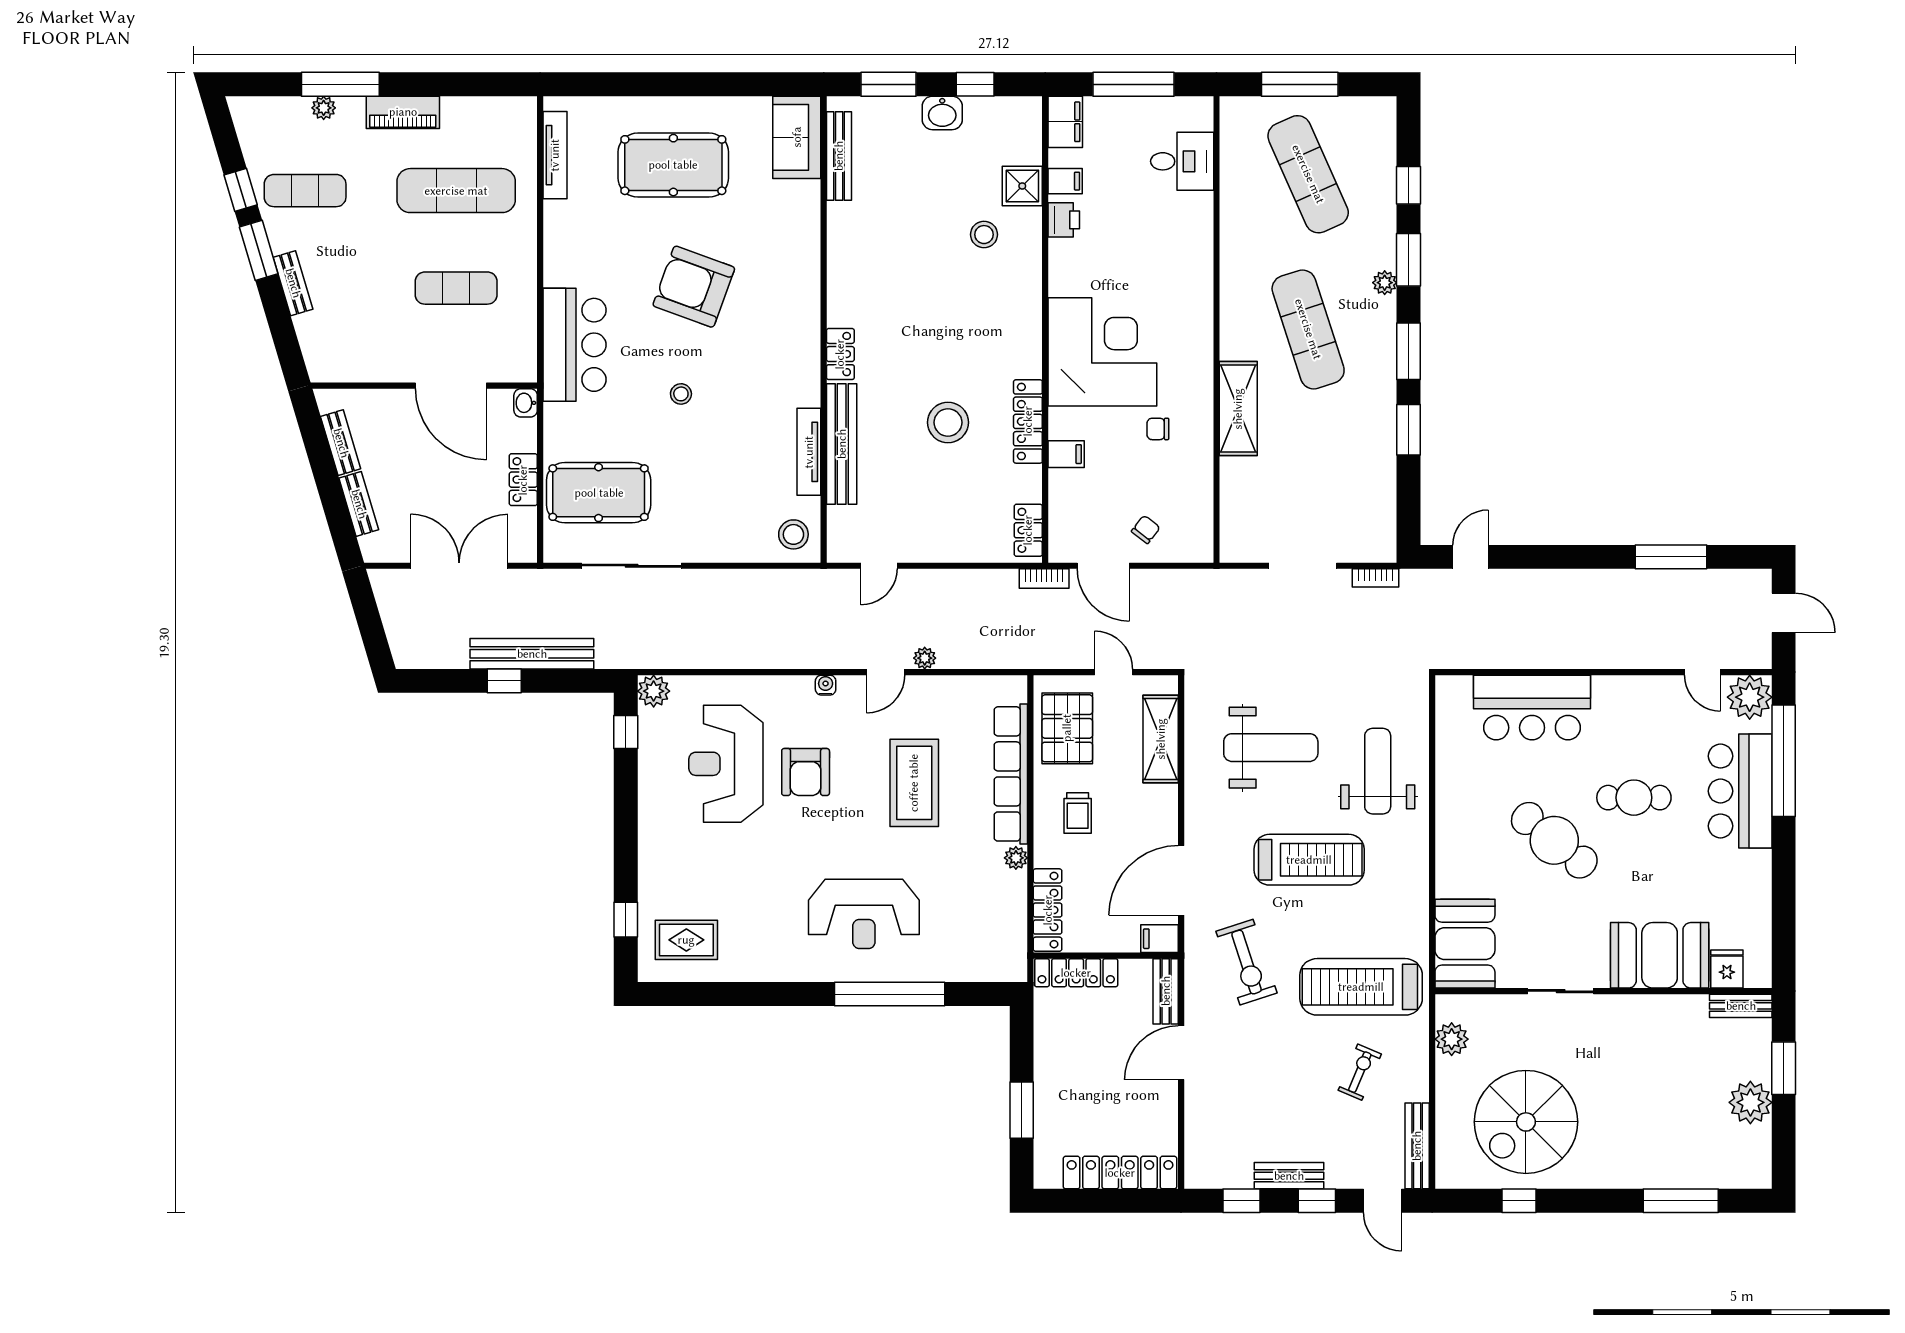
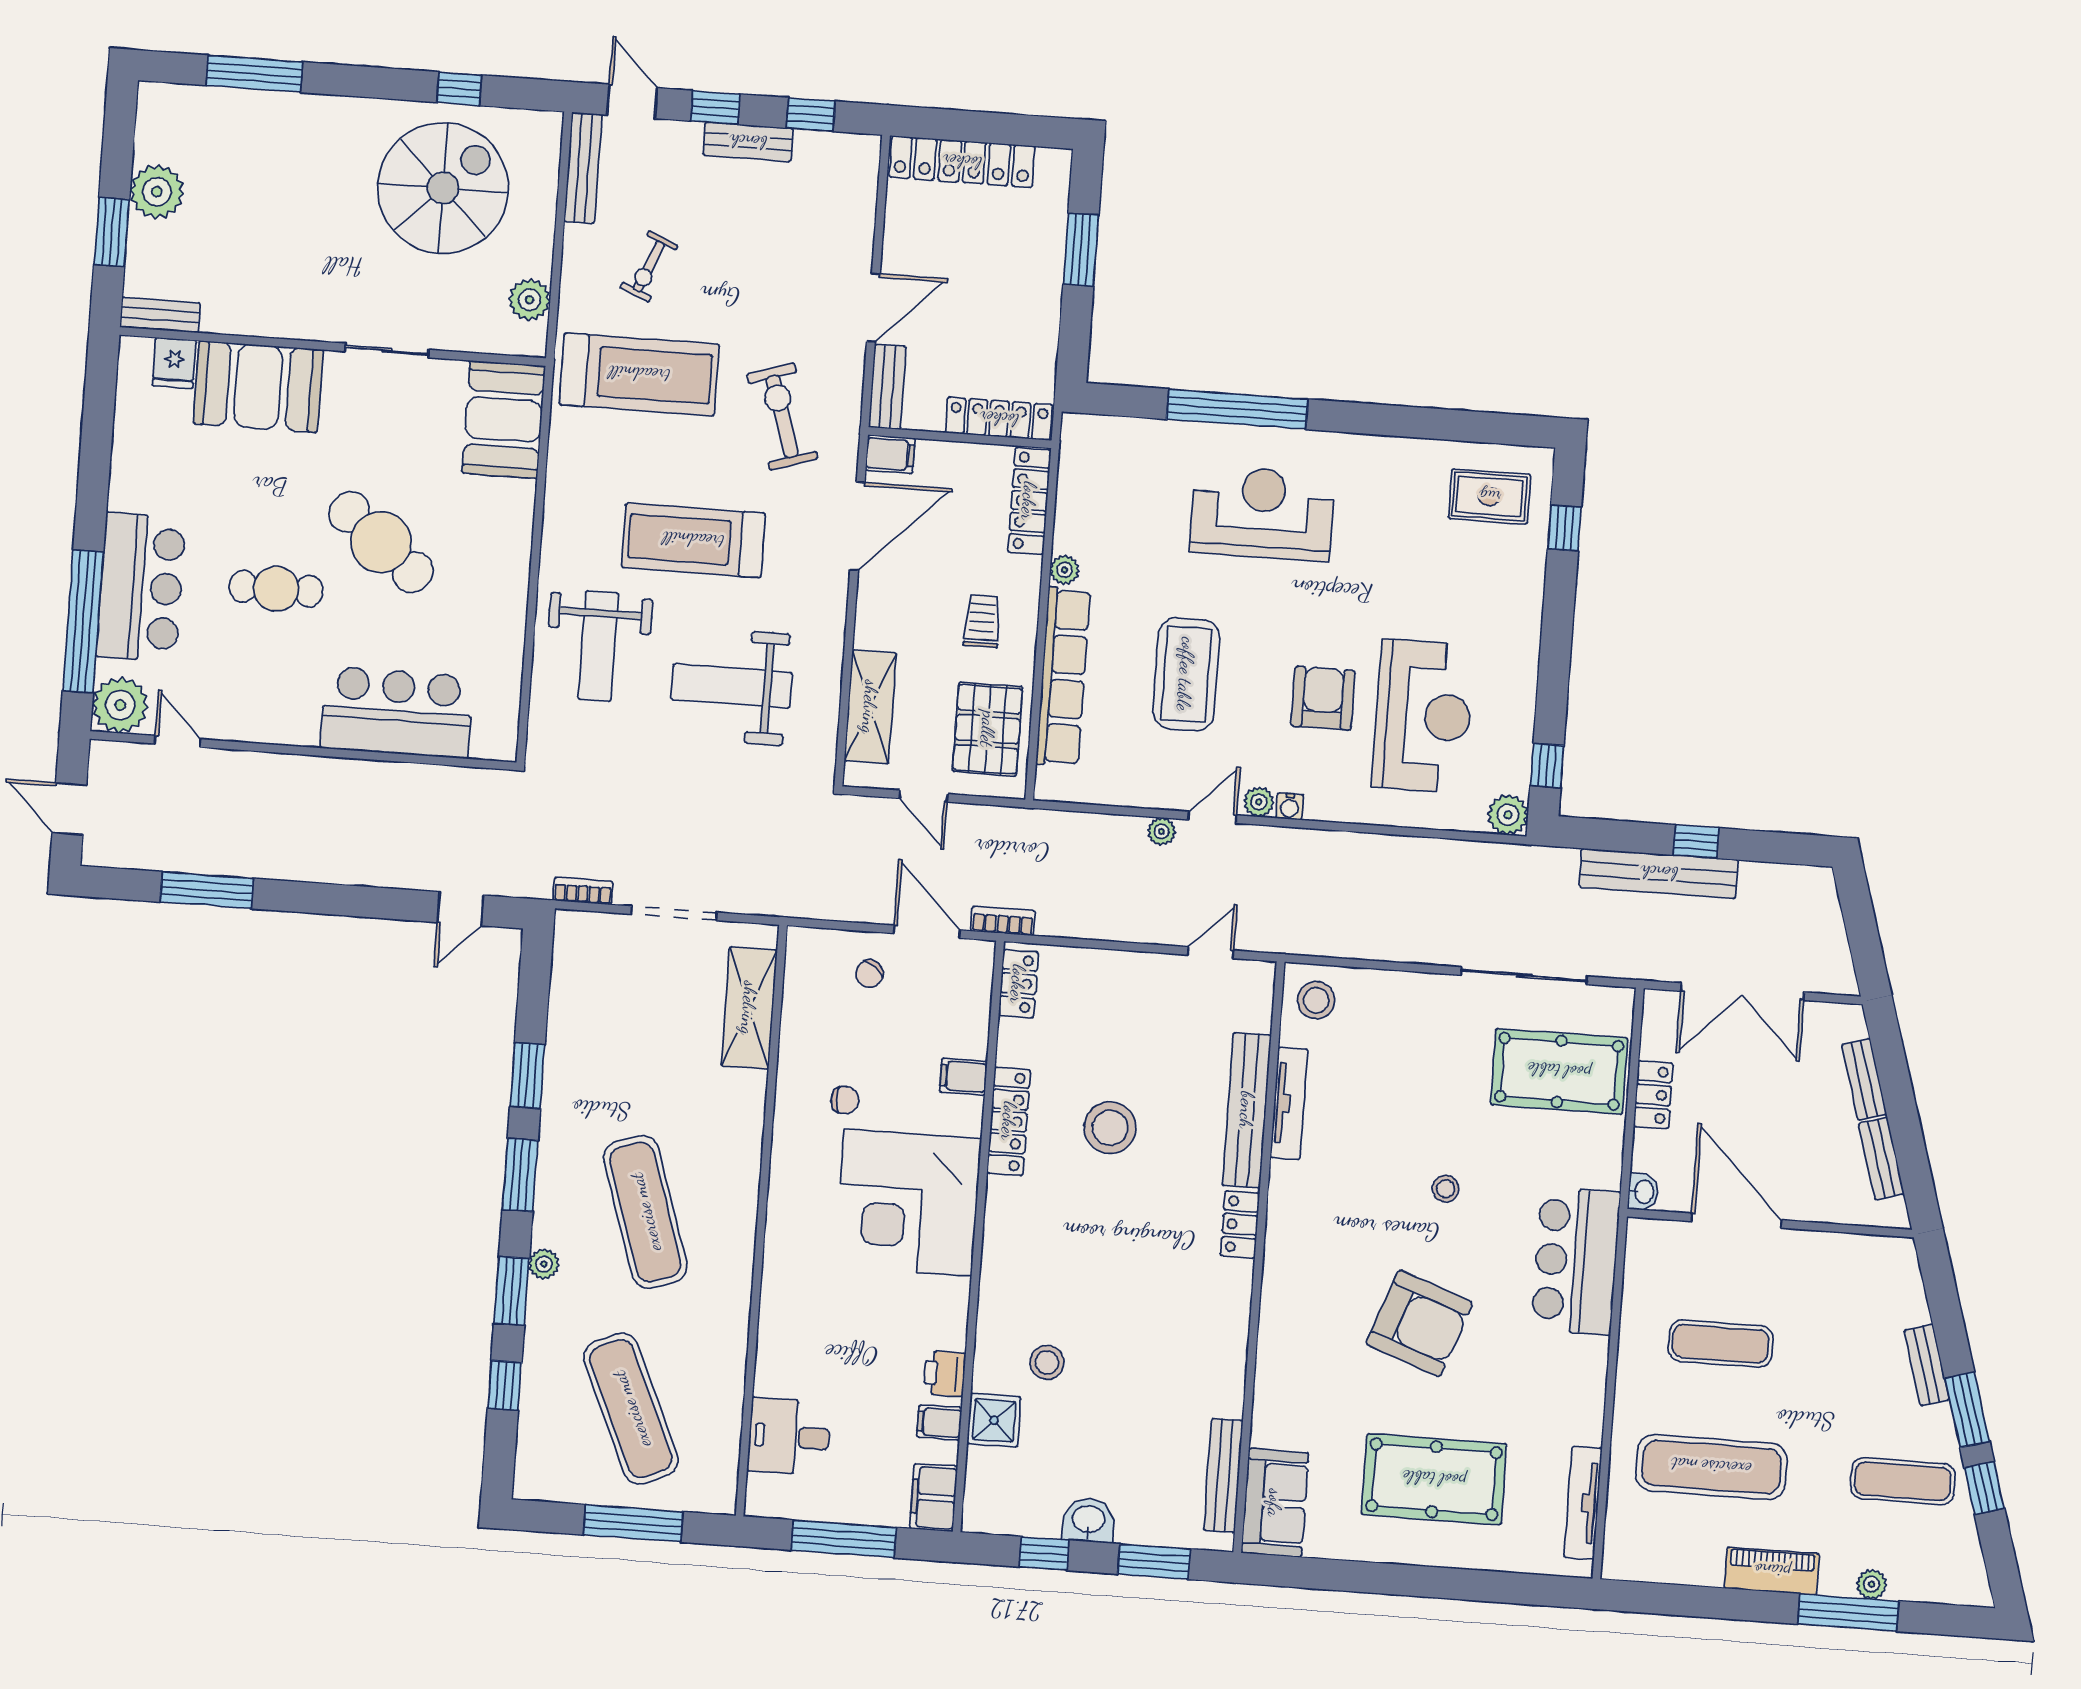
shelving: (1238, 409) -> (749, 1008), moved
plant: (850, 687) -> (1259, 802), added

